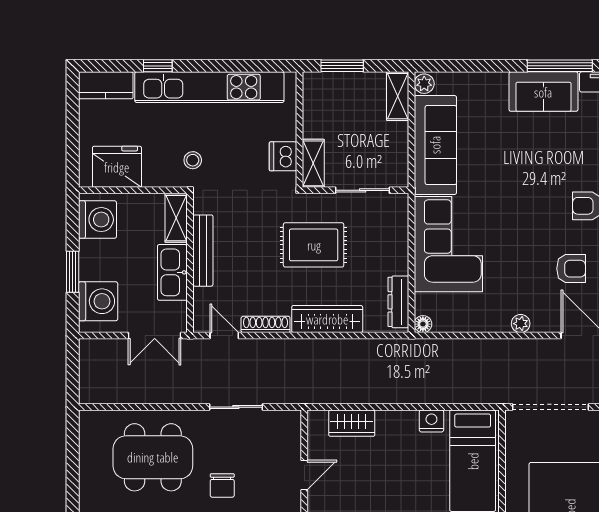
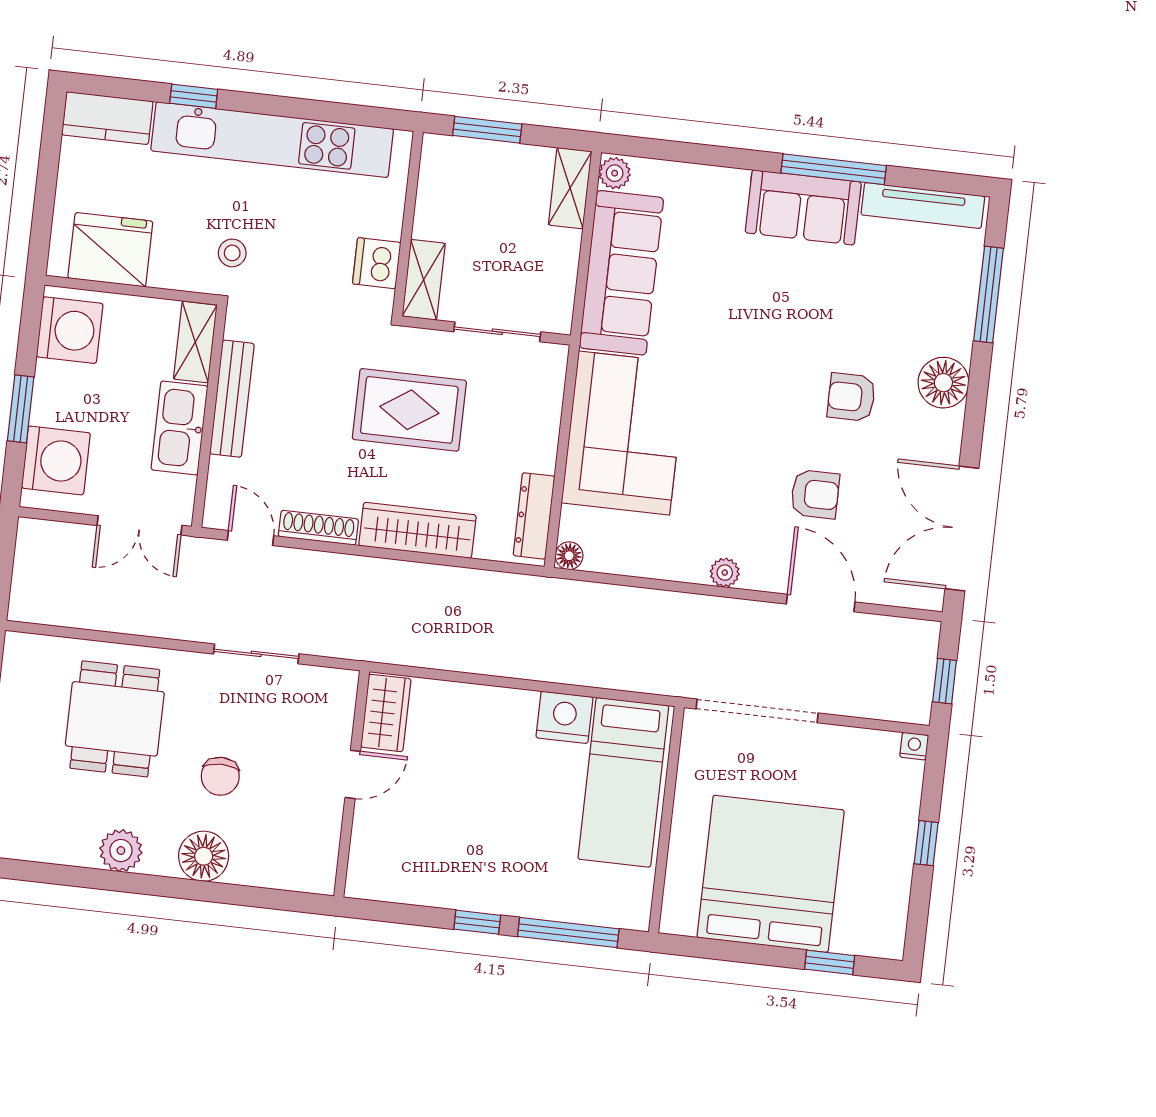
nightstand: (431, 421) -> (564, 717), width x1.36, depth x1.33
wardrobe: (352, 423) -> (386, 713), moved, turned -90
dining table: (153, 457) -> (115, 719), width x0.73

